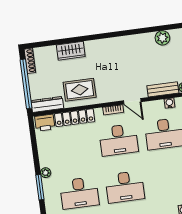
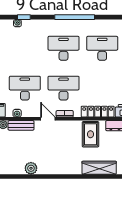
plant: (162, 38) -> (31, 168), moved
wardrobe: (71, 51) -> (99, 168), width x1.50
rug: (80, 90) -> (90, 134), turned 90

